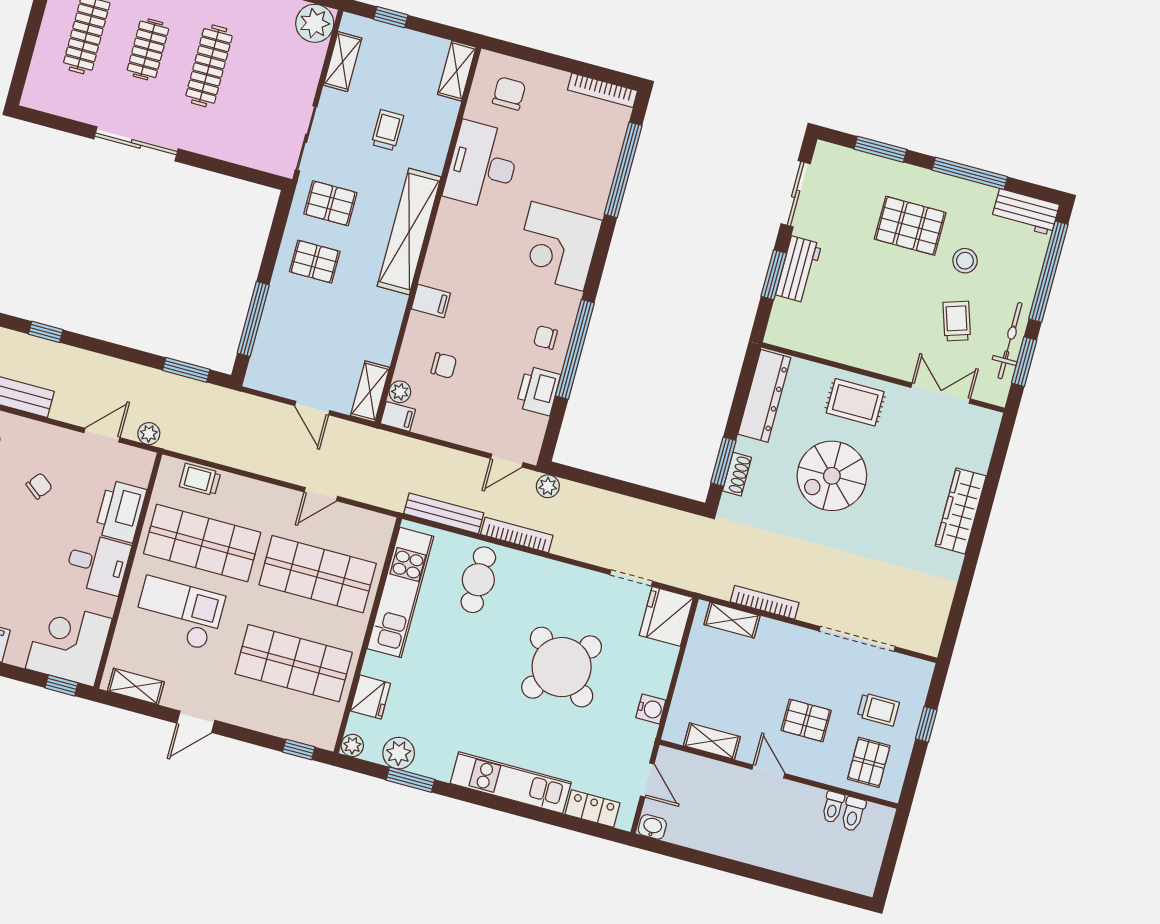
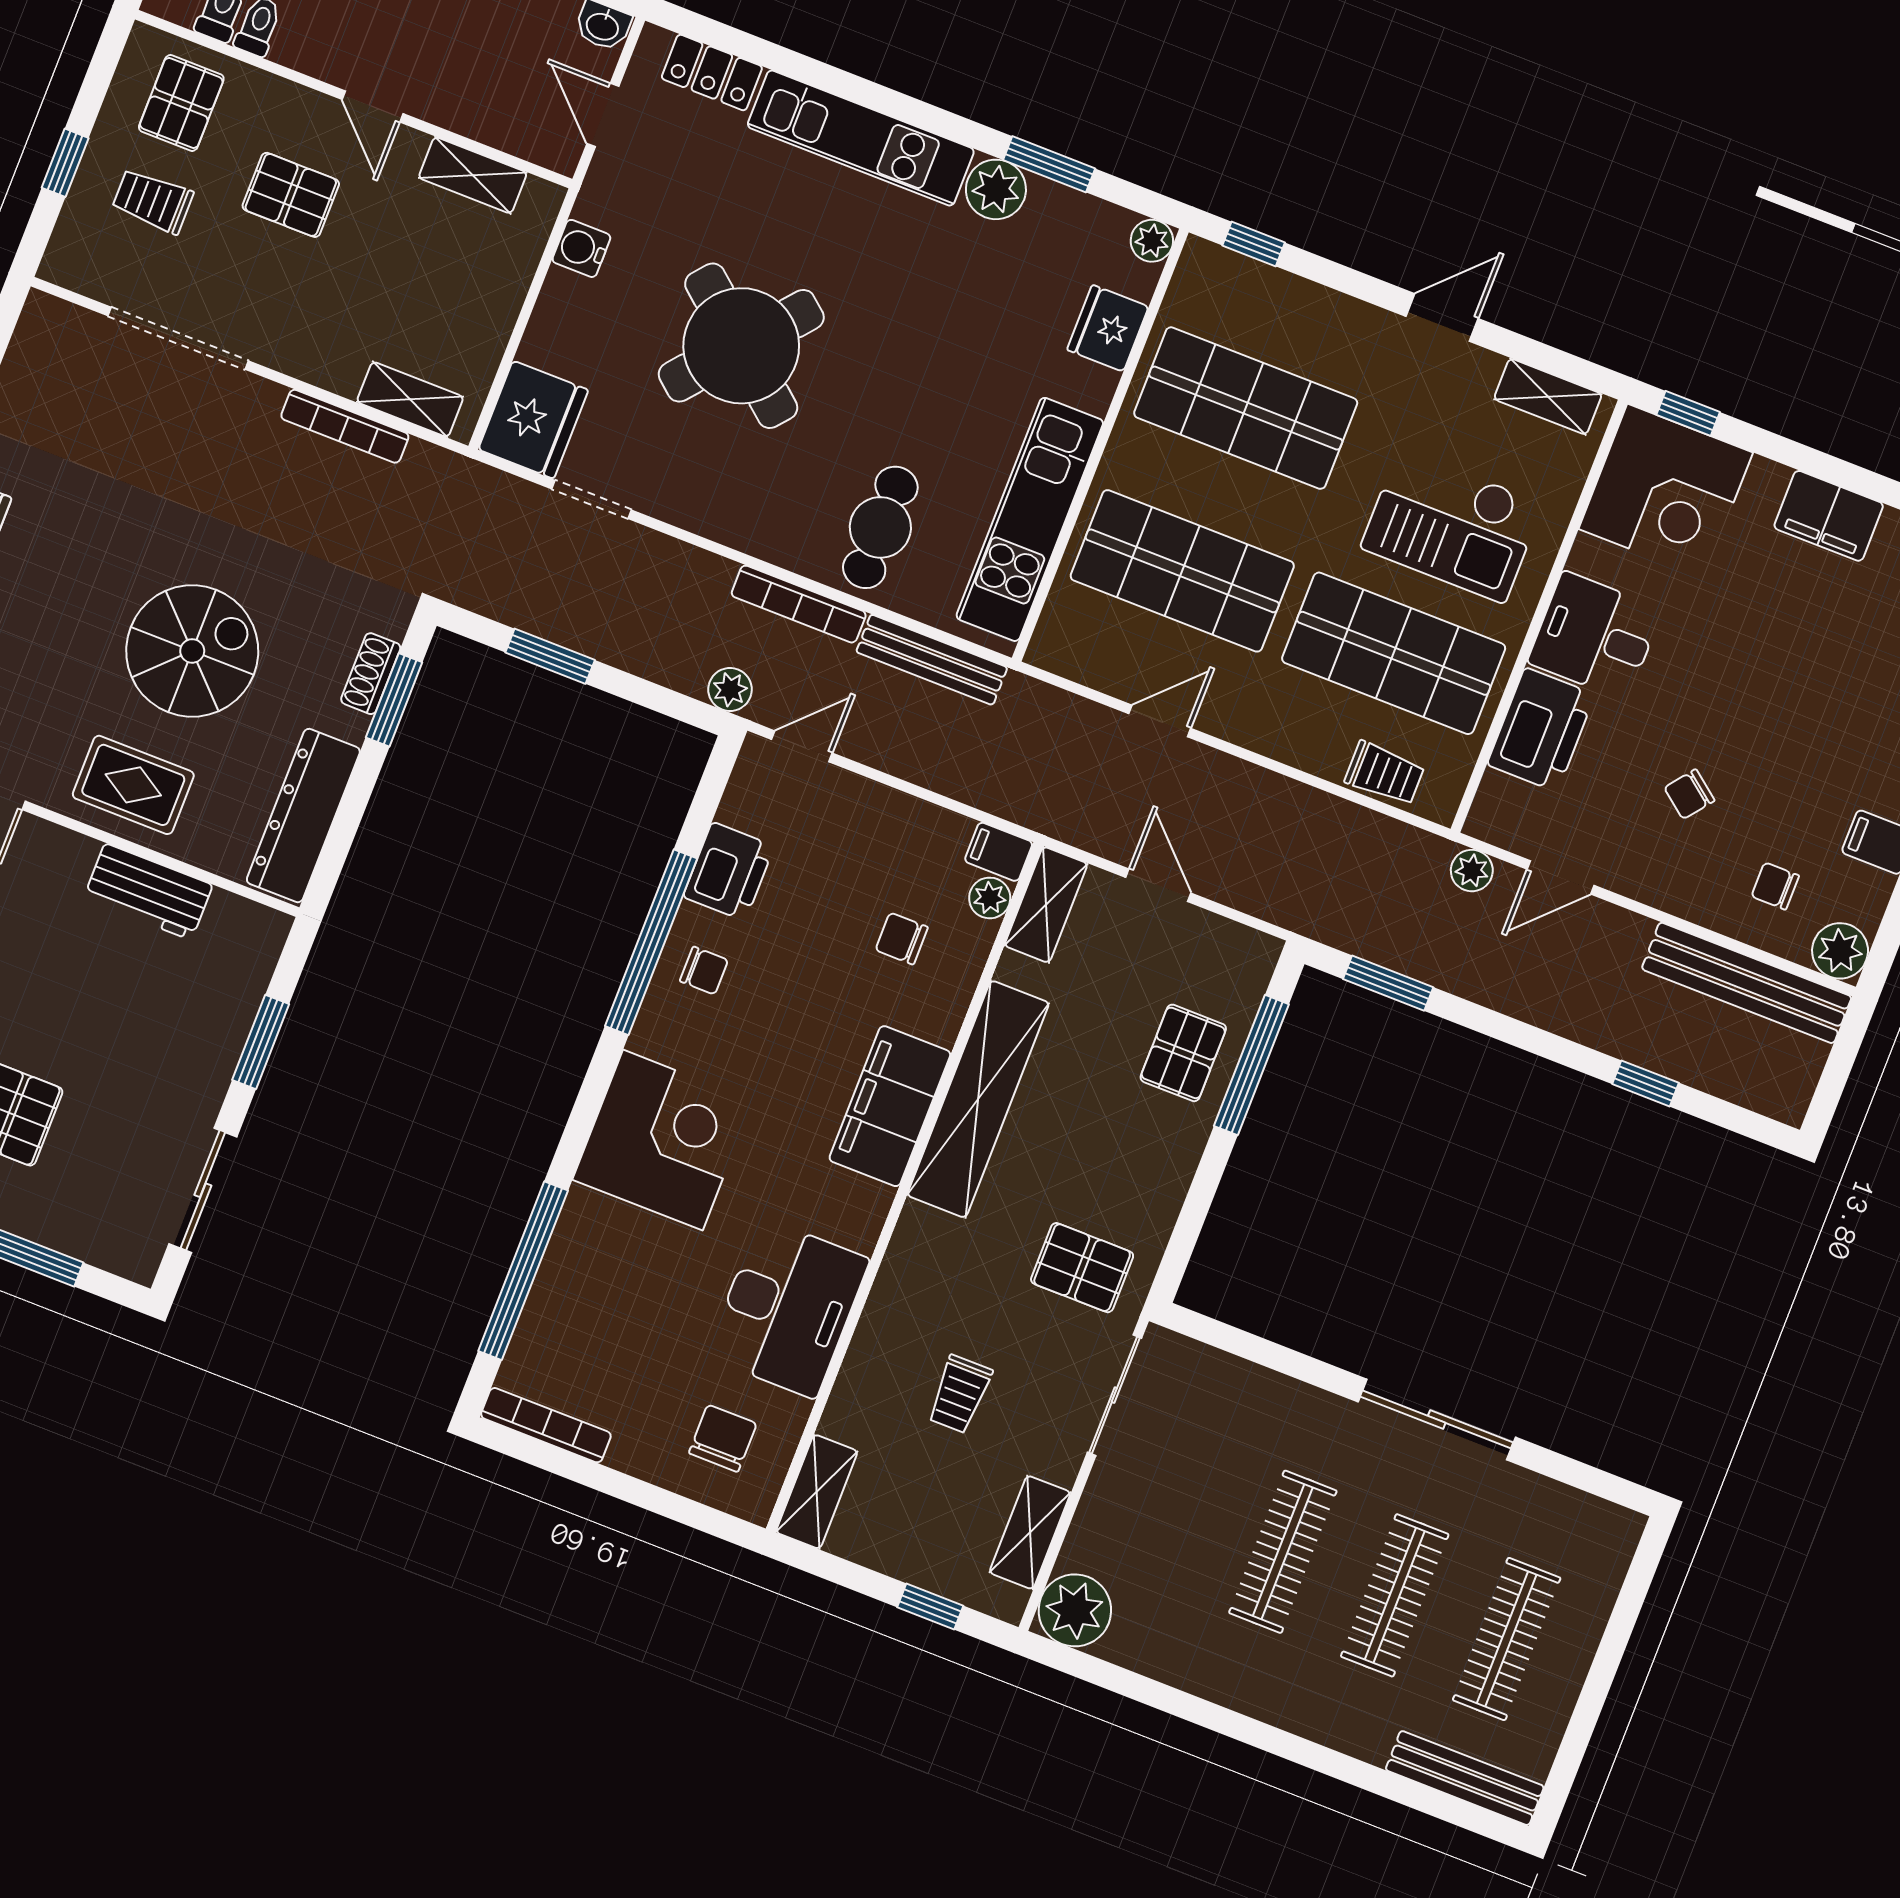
clothes rail: (148, 49) -> (1395, 1595), width x1.36
chair: (509, 93) -> (723, 1438), turned 180
shelving: (409, 231) -> (978, 1099), moved
pallet: (315, 262) -> (1183, 1053), moved, turned 90
workbench: (799, 269) -> (148, 892), moved, turned -90
filing cabinet: (431, 301) -> (890, 1106), width x3.00, depth x1.17
window: (644, 493) -> (550, 656), added
plant: (399, 753) -> (996, 189), moved

